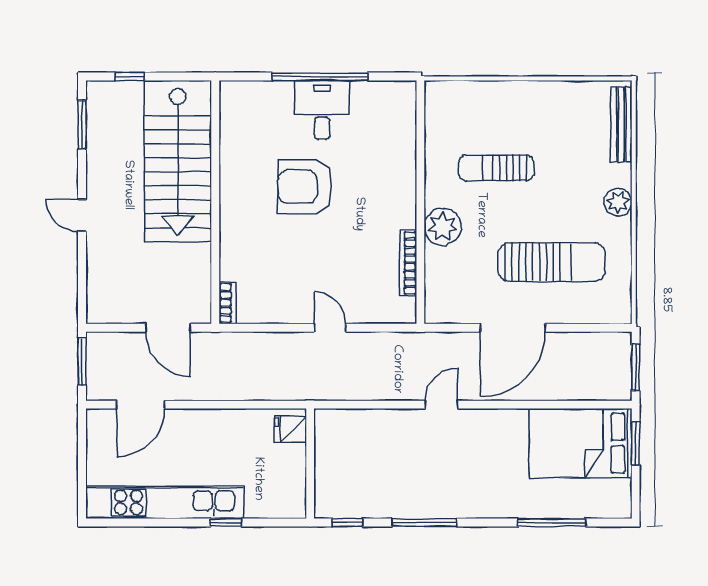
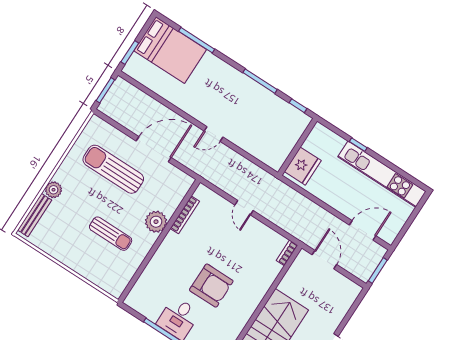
plant: (618, 202) -> (53, 190), moved
fridge: (290, 429) -> (303, 166), width x1.88, depth x1.34
bed: (580, 443) -> (170, 50), moved

